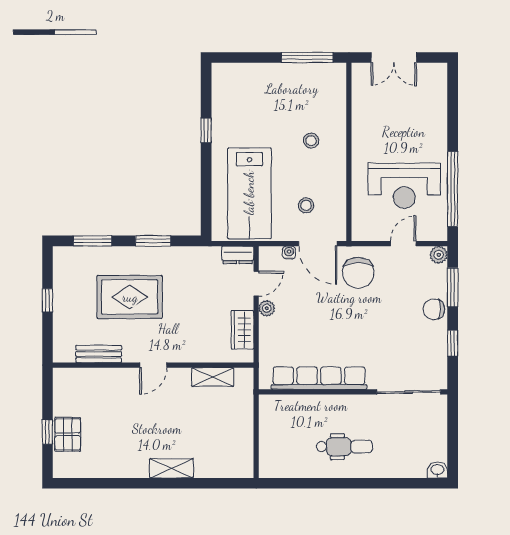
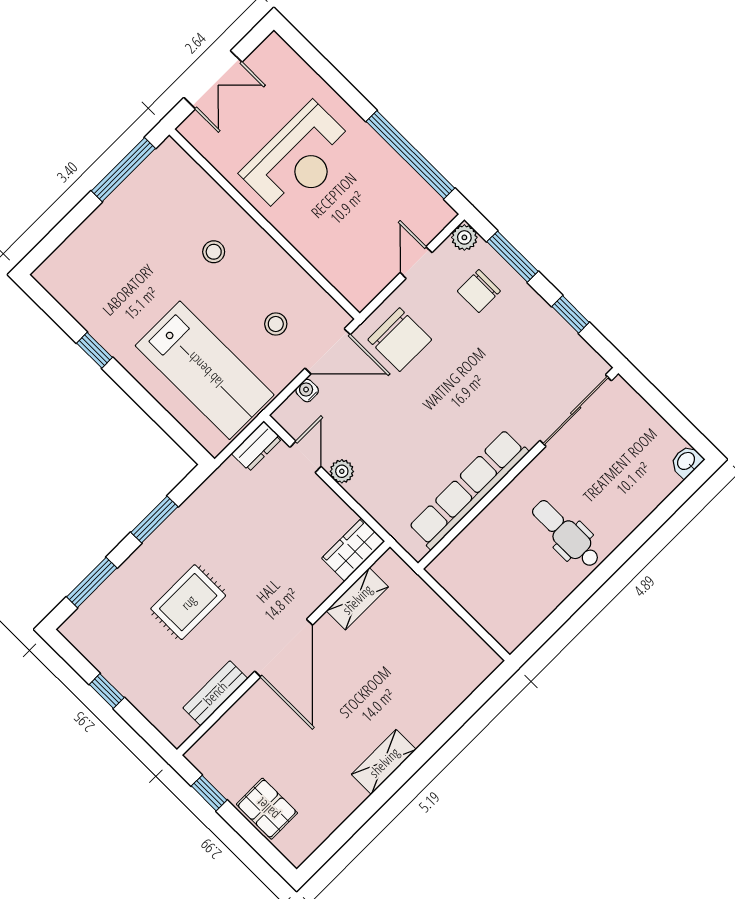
reception desk: (404, 186) -> (299, 159), moved
rug: (130, 297) -> (188, 602), width x0.73, depth x0.70
chair: (434, 309) -> (479, 291), moved
wardrobe: (242, 330) -> (353, 550), moved, turned 90
door: (153, 365) -> (284, 648), width x1.88
window: (47, 432) -> (209, 793), moved
dental chair: (344, 447) -> (566, 534), turned -90
shelving: (171, 468) -> (384, 762), moved

